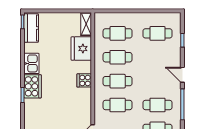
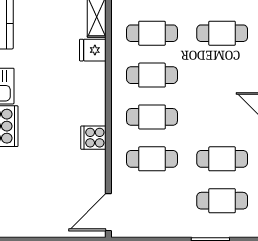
fridge: (81, 49) -> (93, 50), width x0.53, depth x0.75
cooker: (84, 80) -> (93, 138), moved

